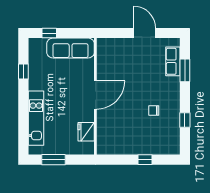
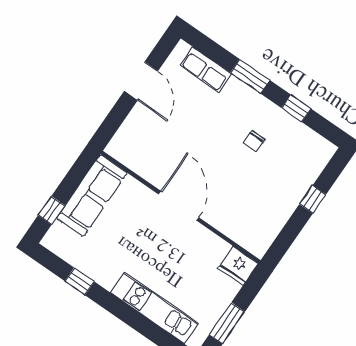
door: (145, 33) -> (141, 81), swing flipped
window: (185, 70) -> (250, 76), moved
fridge: (86, 132) -> (238, 266), moved

